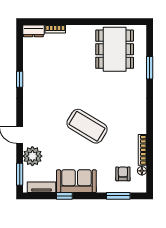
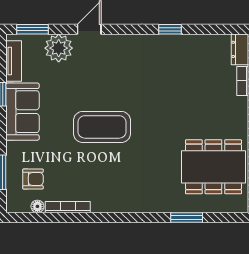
coffee table: (87, 126) -> (102, 127), turned 59

